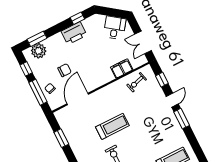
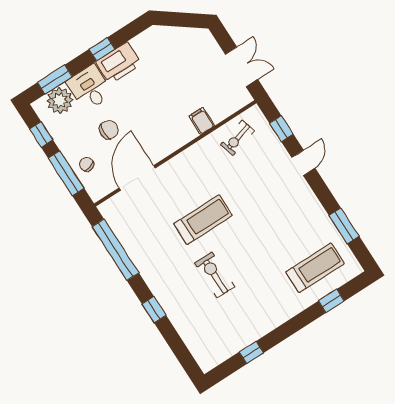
window: (77, 18) -> (102, 49), moved
desk: (115, 28) -> (90, 88), moved, turned -37
double door: (143, 42) -> (241, 67), swing flipped
filing cabinet: (122, 68) -> (202, 121), width x0.50
window: (182, 119) -> (344, 226), moved
window: (61, 138) -> (115, 250), width x2.11

